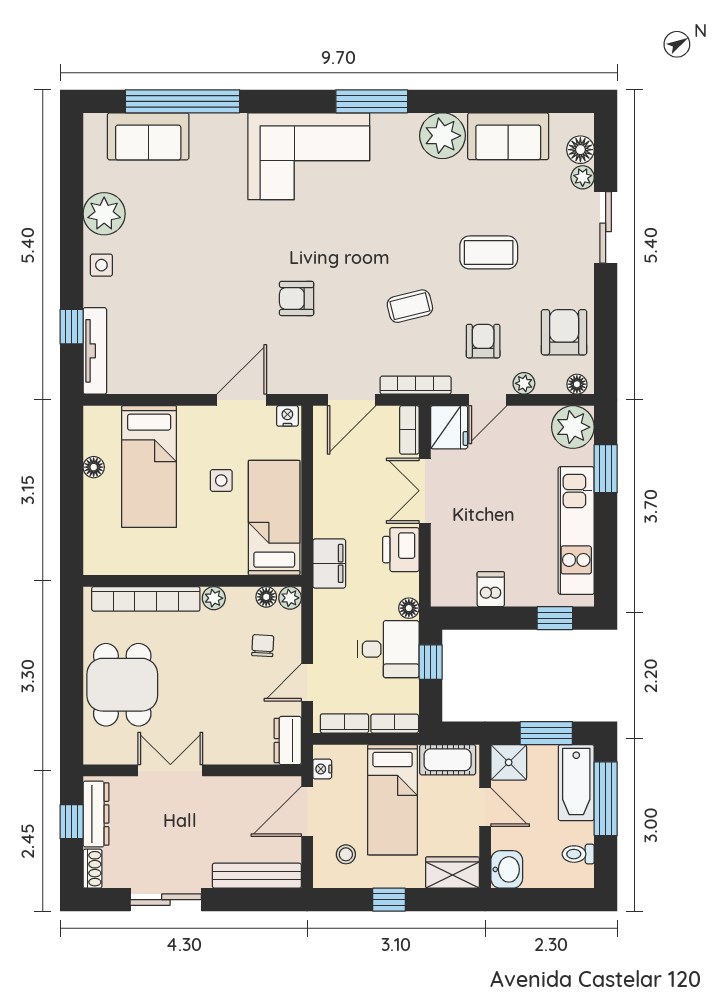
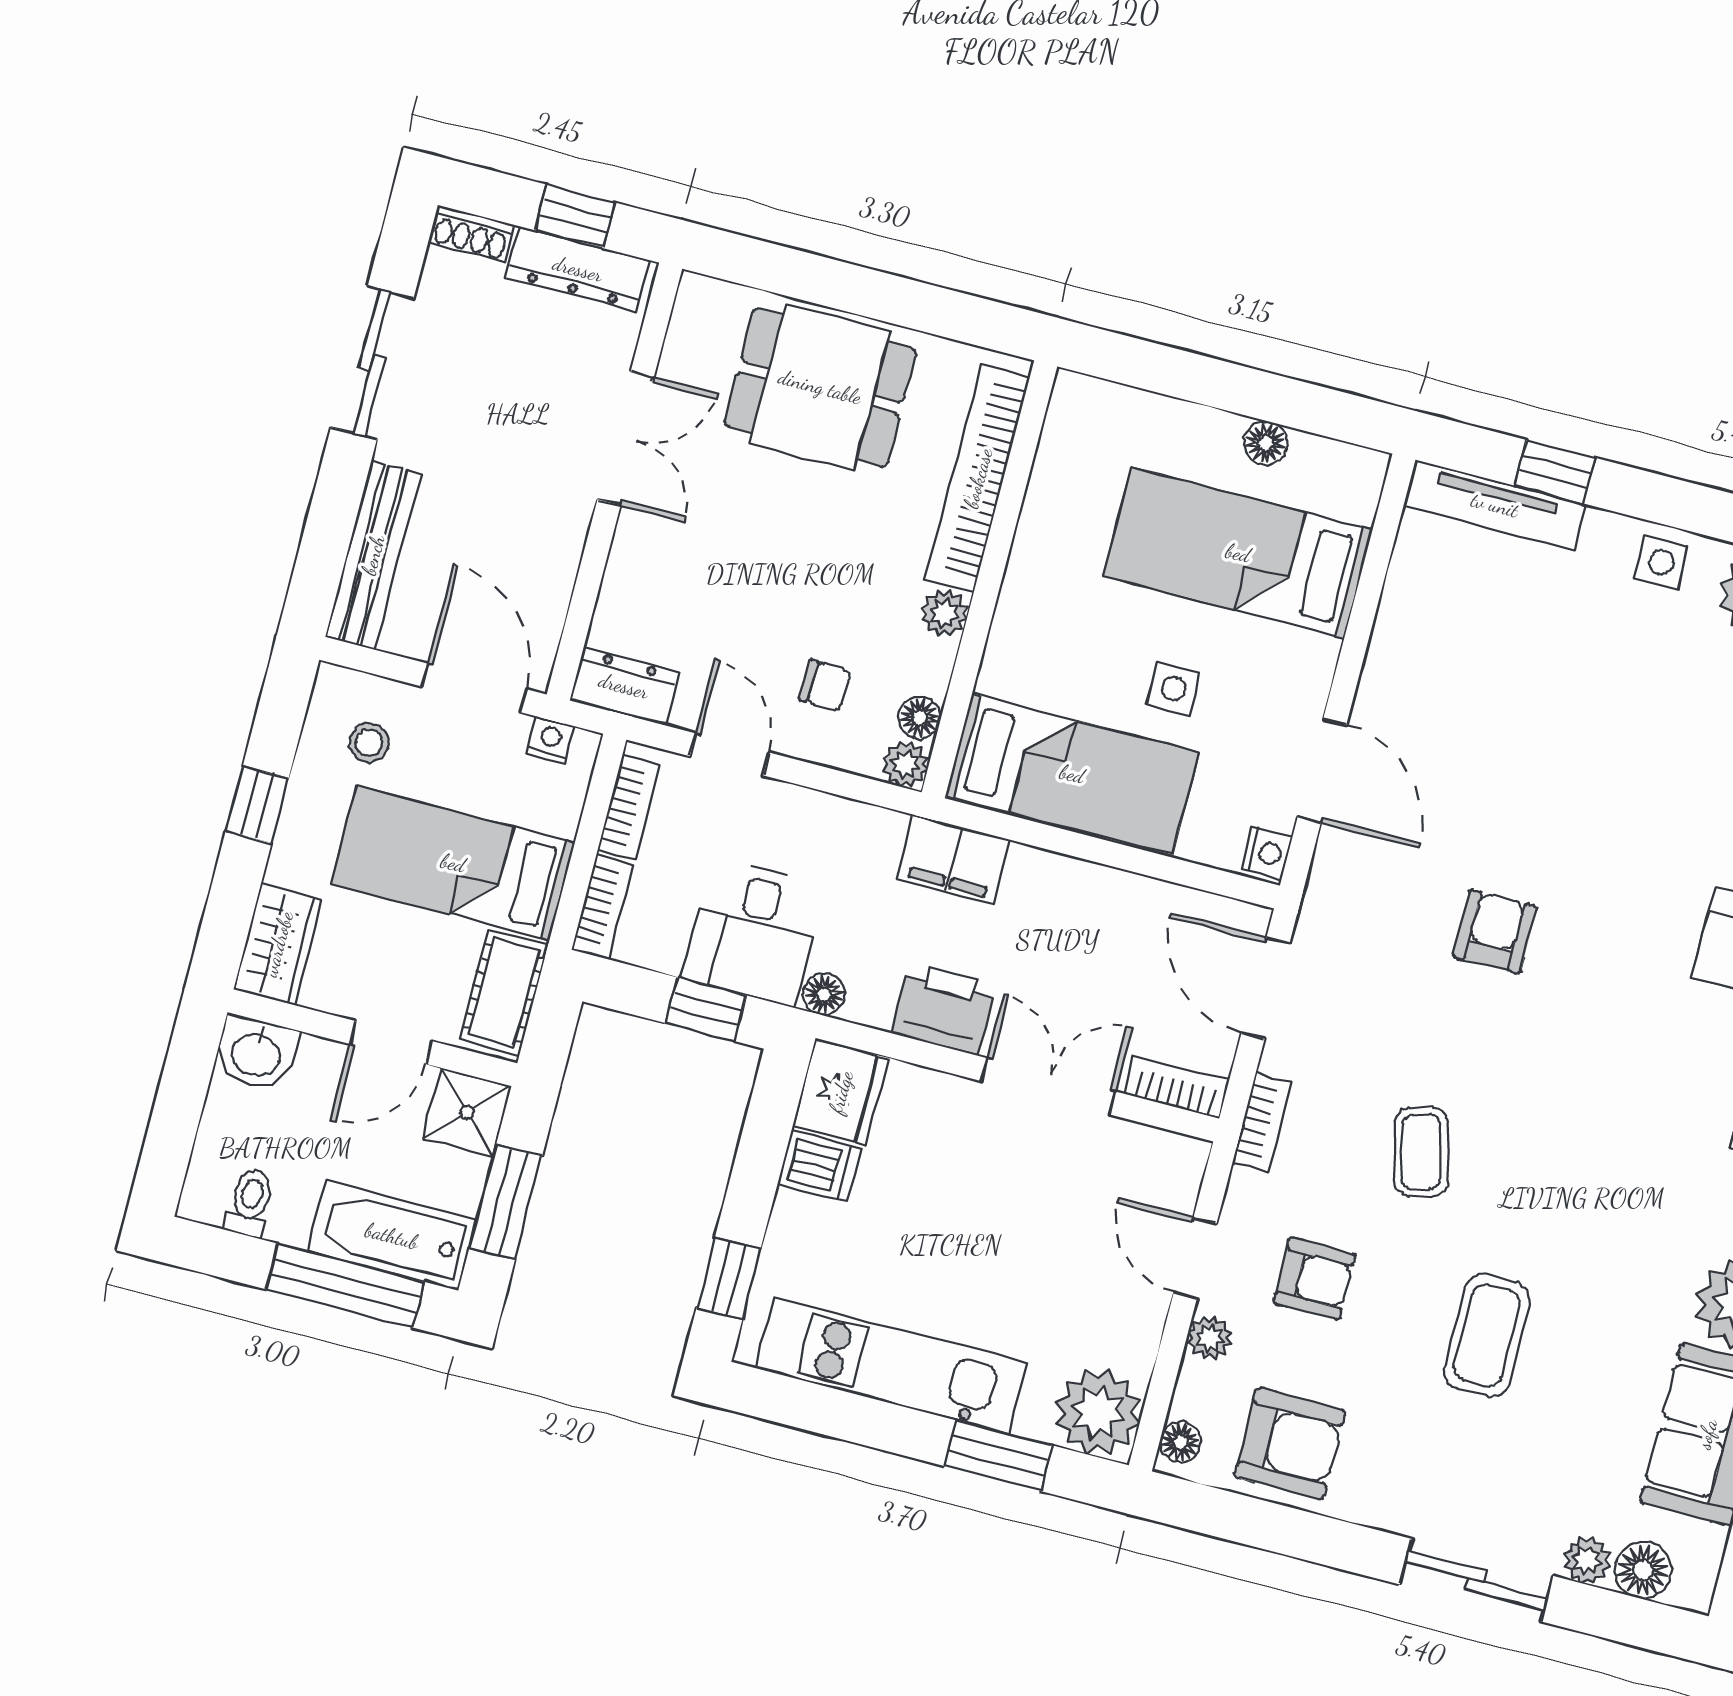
bookcase: (416, 385) -> (1262, 1123), width x0.64
fridge: (449, 427) -> (841, 1092), moved, turned -90

